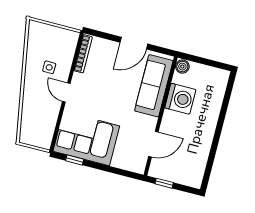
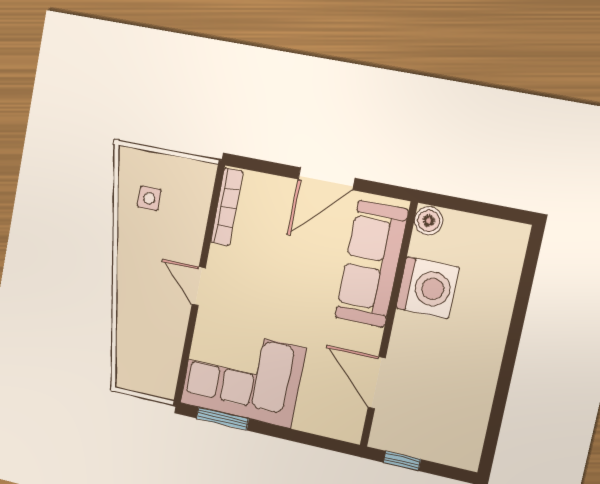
side table: (49, 67) -> (149, 198), moved
door: (153, 144) -> (377, 383), swing flipped
window: (75, 160) -> (223, 419), width x1.50

